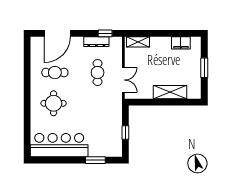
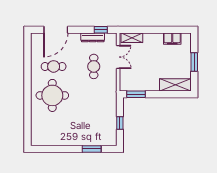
double door: (123, 80) -> (118, 57), moved
shelving: (170, 92) -> (175, 85), moved
window: (142, 102) -> (136, 94), added
round table: (54, 103) -> (52, 95), width x1.36, depth x1.36
bar counter: (59, 145) -> (58, 135), removed

